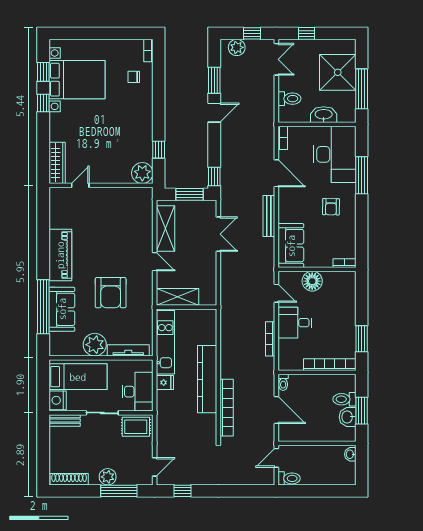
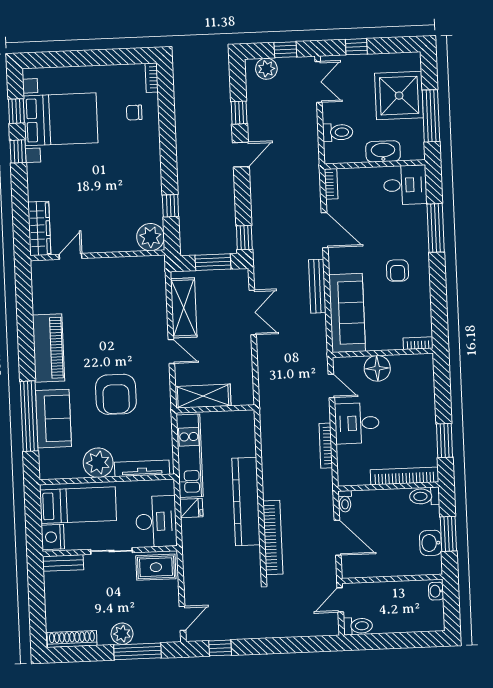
window: (214, 80) -> (239, 113), width x0.67
desk: (335, 154) -> (405, 185), width x0.53, depth x0.77
sofa: (291, 246) -> (347, 313), width x1.36
toilet: (344, 399) -> (425, 496), moved

